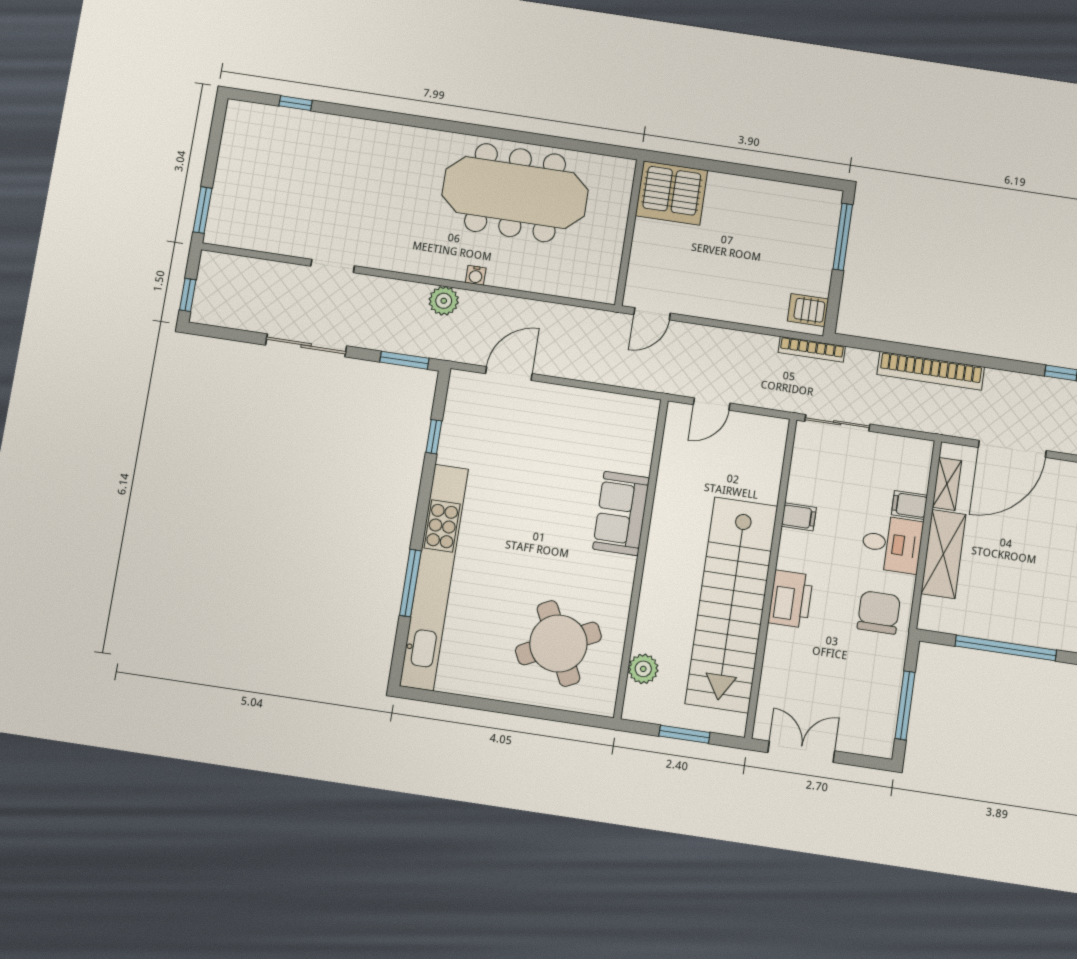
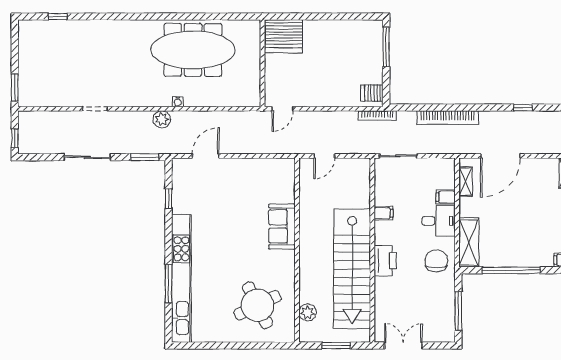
shelving: (943, 554) -> (469, 242), moved

